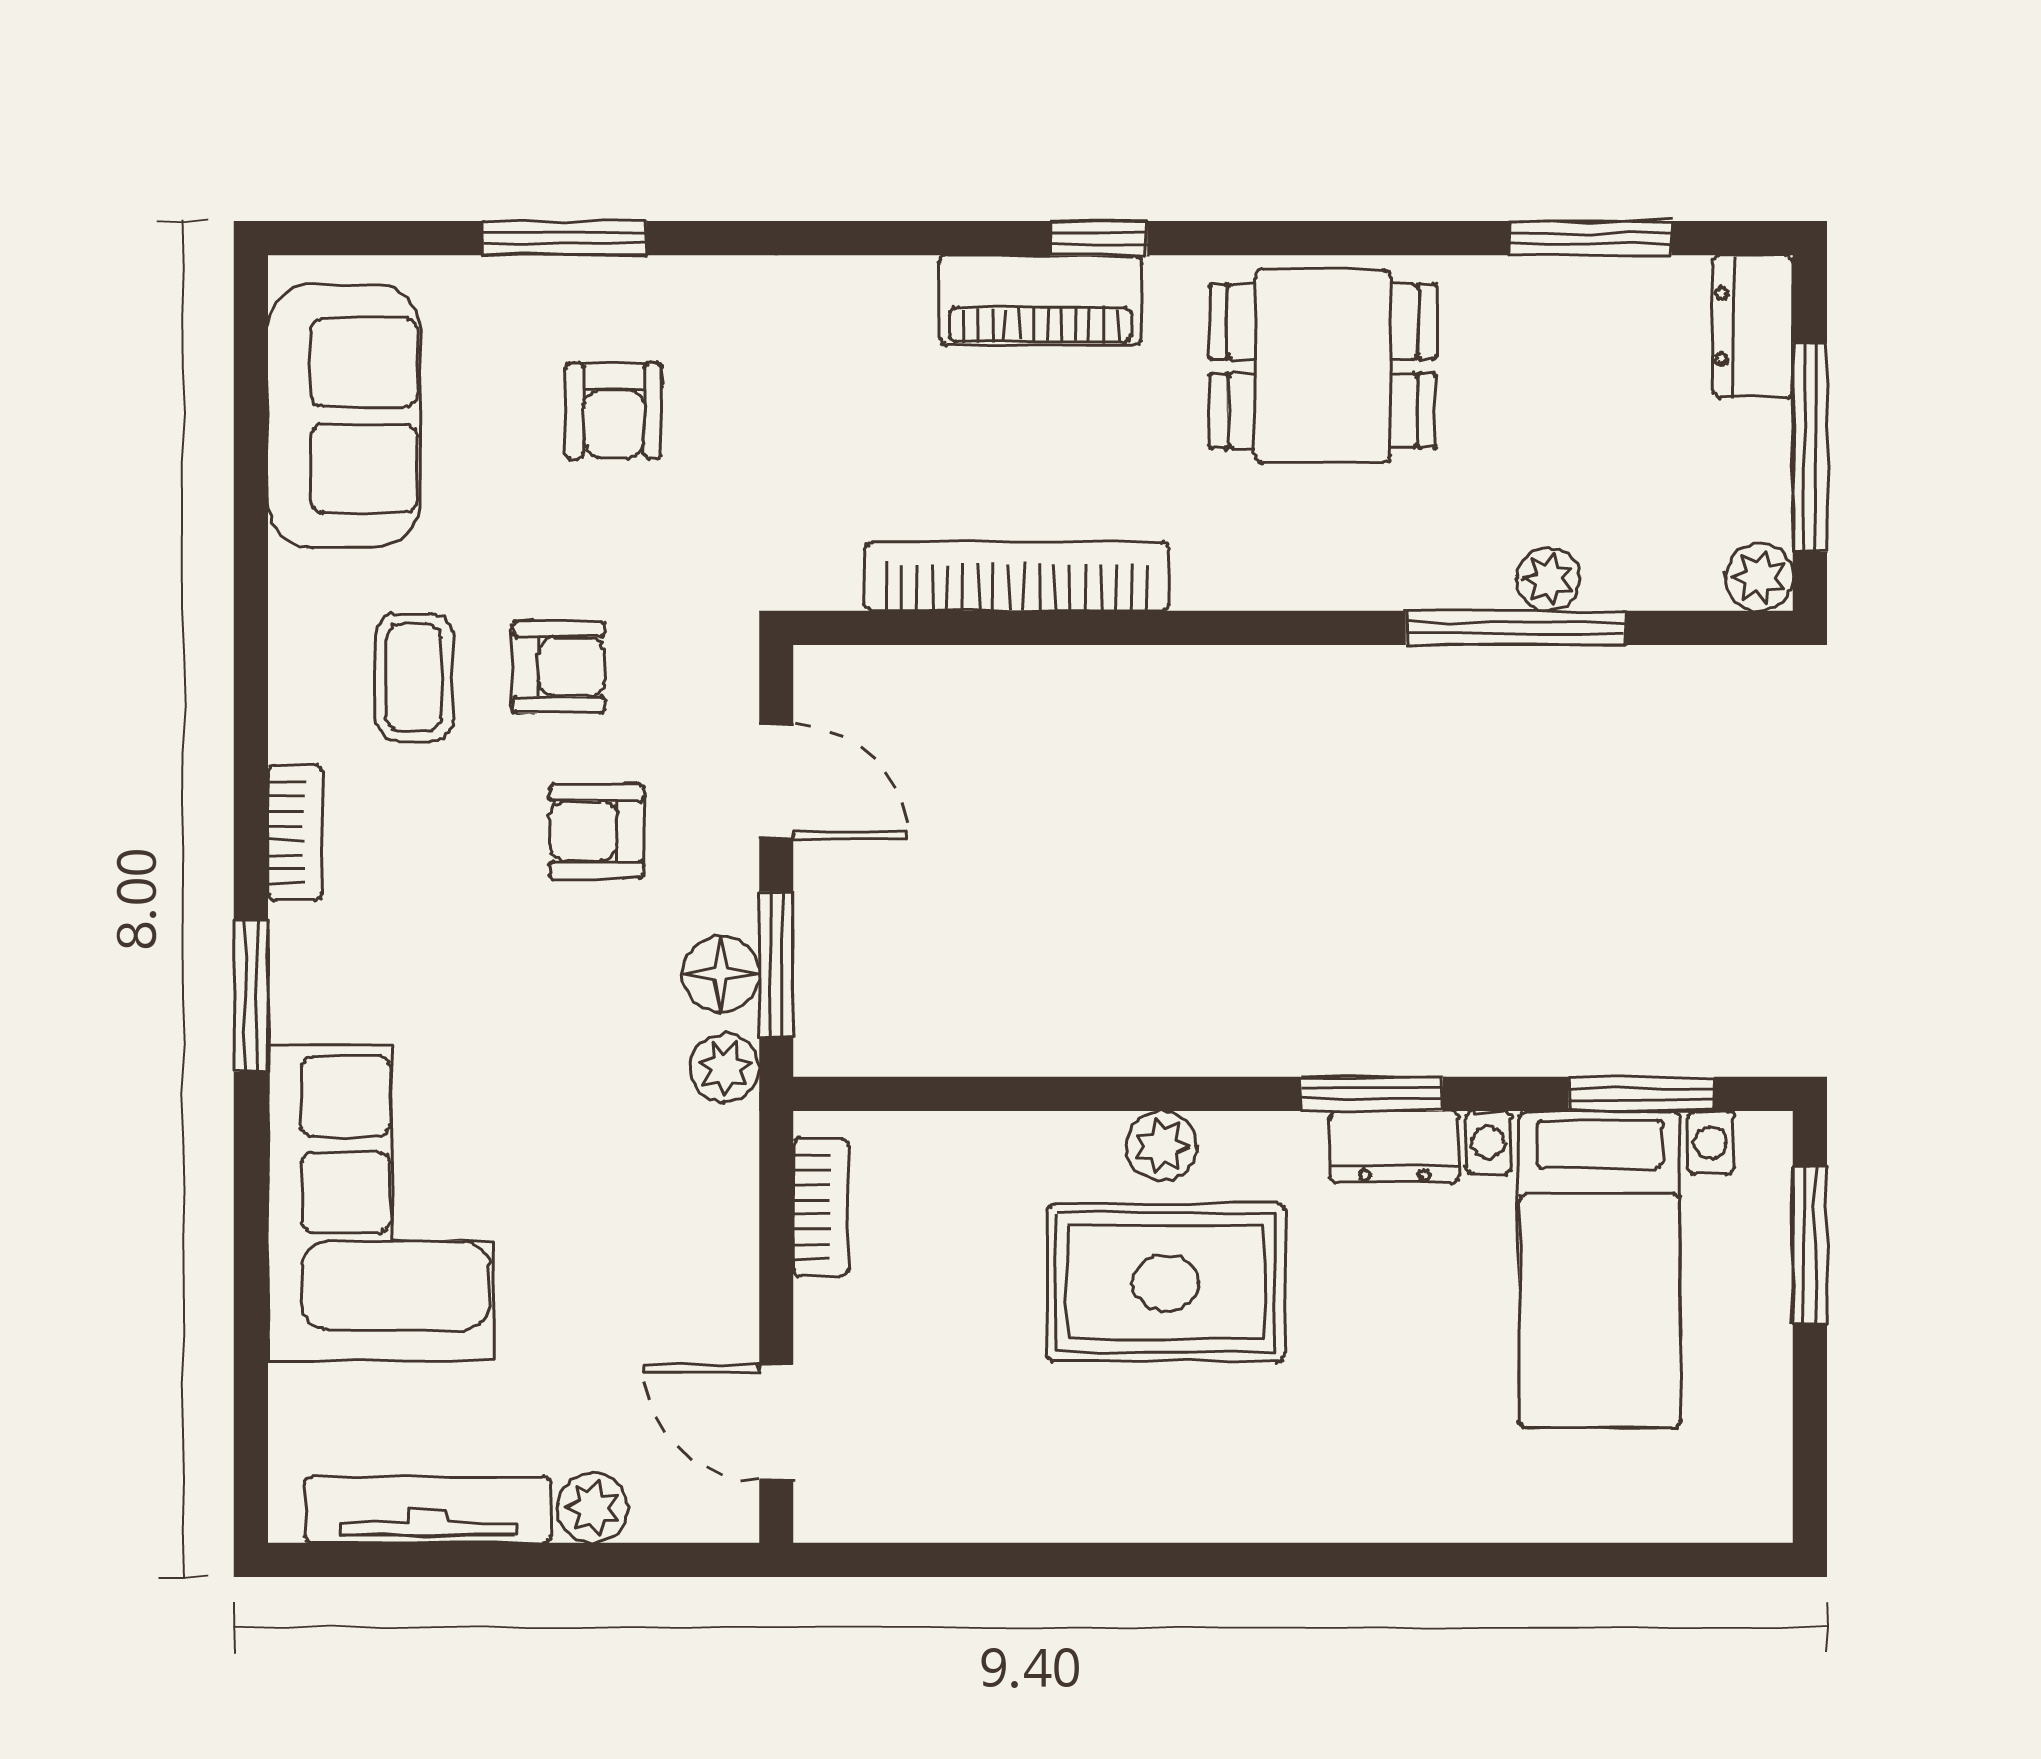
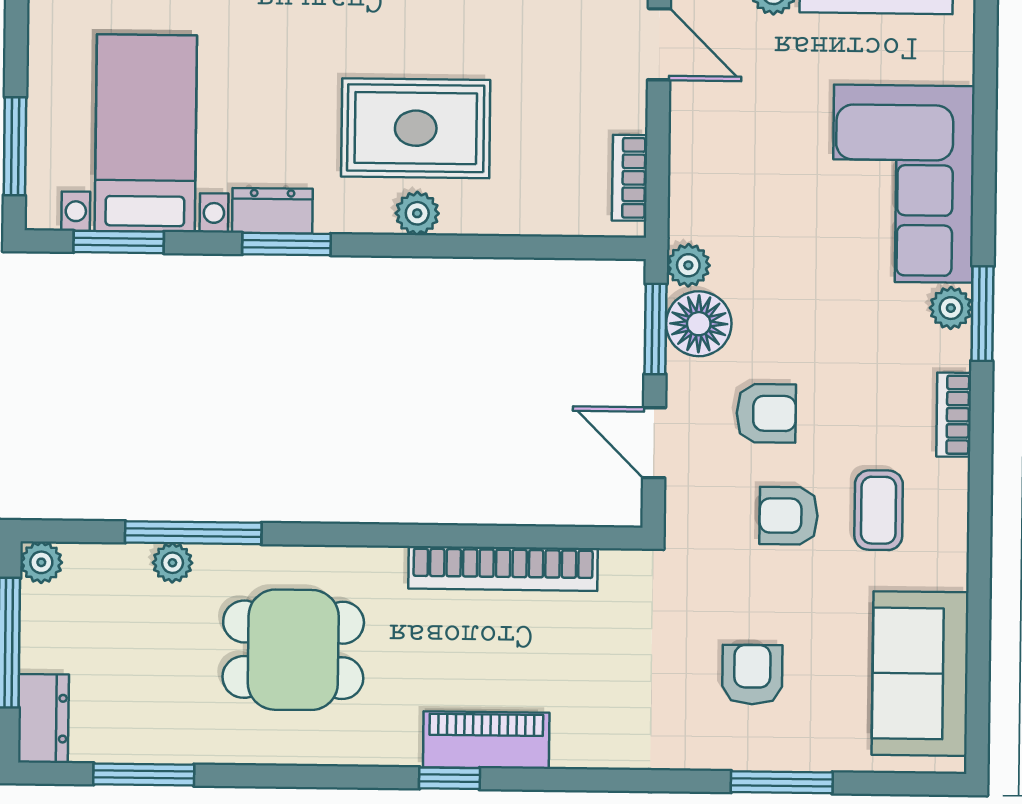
dining table: (1323, 366) -> (293, 650), moved
floor lamp: (721, 974) -> (699, 324), width x1.38, depth x1.38
plant: (302, 1004) -> (951, 308), added

